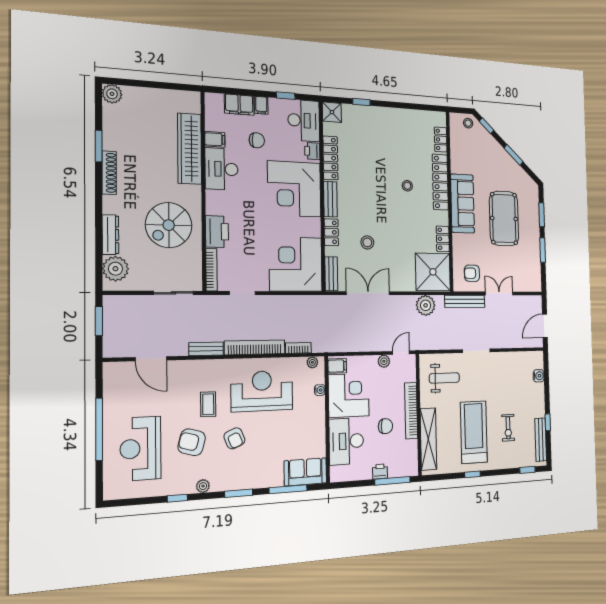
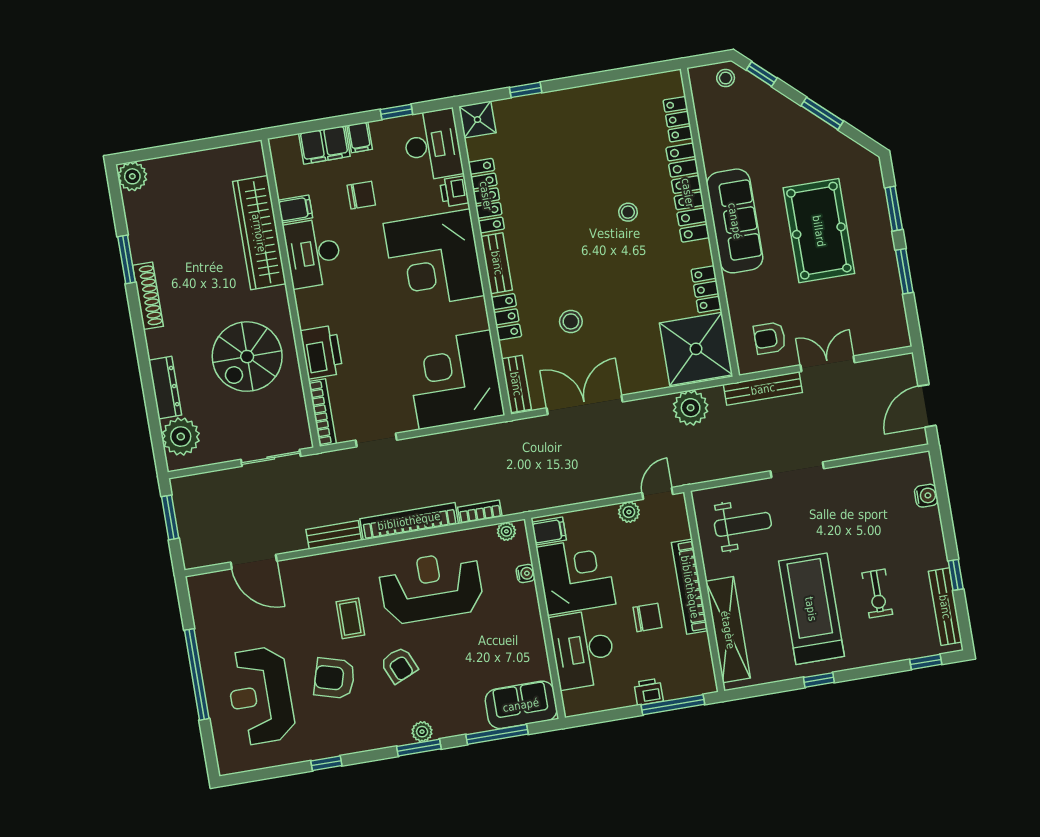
plant: (203, 486) -> (422, 732), moved

